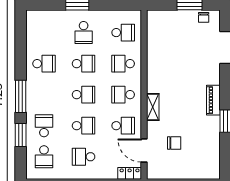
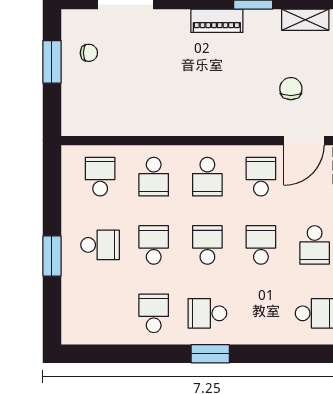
chair: (204, 17) -> (89, 53), moved
window: (21, 96) -> (210, 354), width x0.69
shelving: (153, 107) -> (305, 20), moved
school desk: (44, 126) -> (207, 313), moved
window: (21, 135) -> (277, 354), removed

